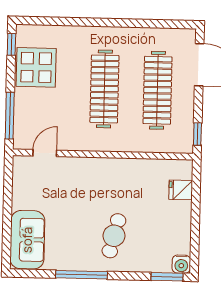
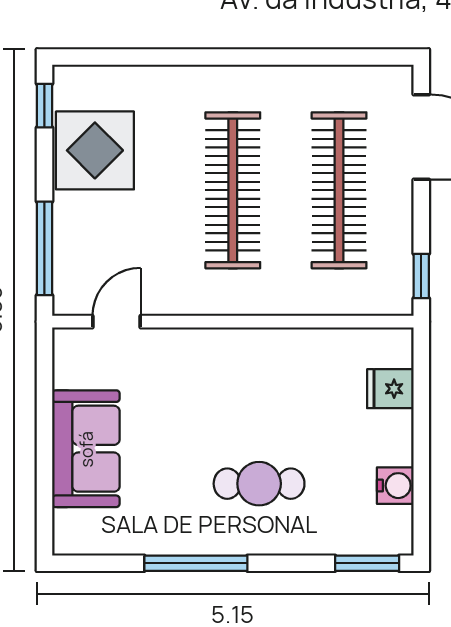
cafe table: (114, 236) -> (259, 484), turned 76
sofa: (27, 240) -> (86, 449), moved
water cooler: (181, 264) -> (395, 486), moved, turned -90

